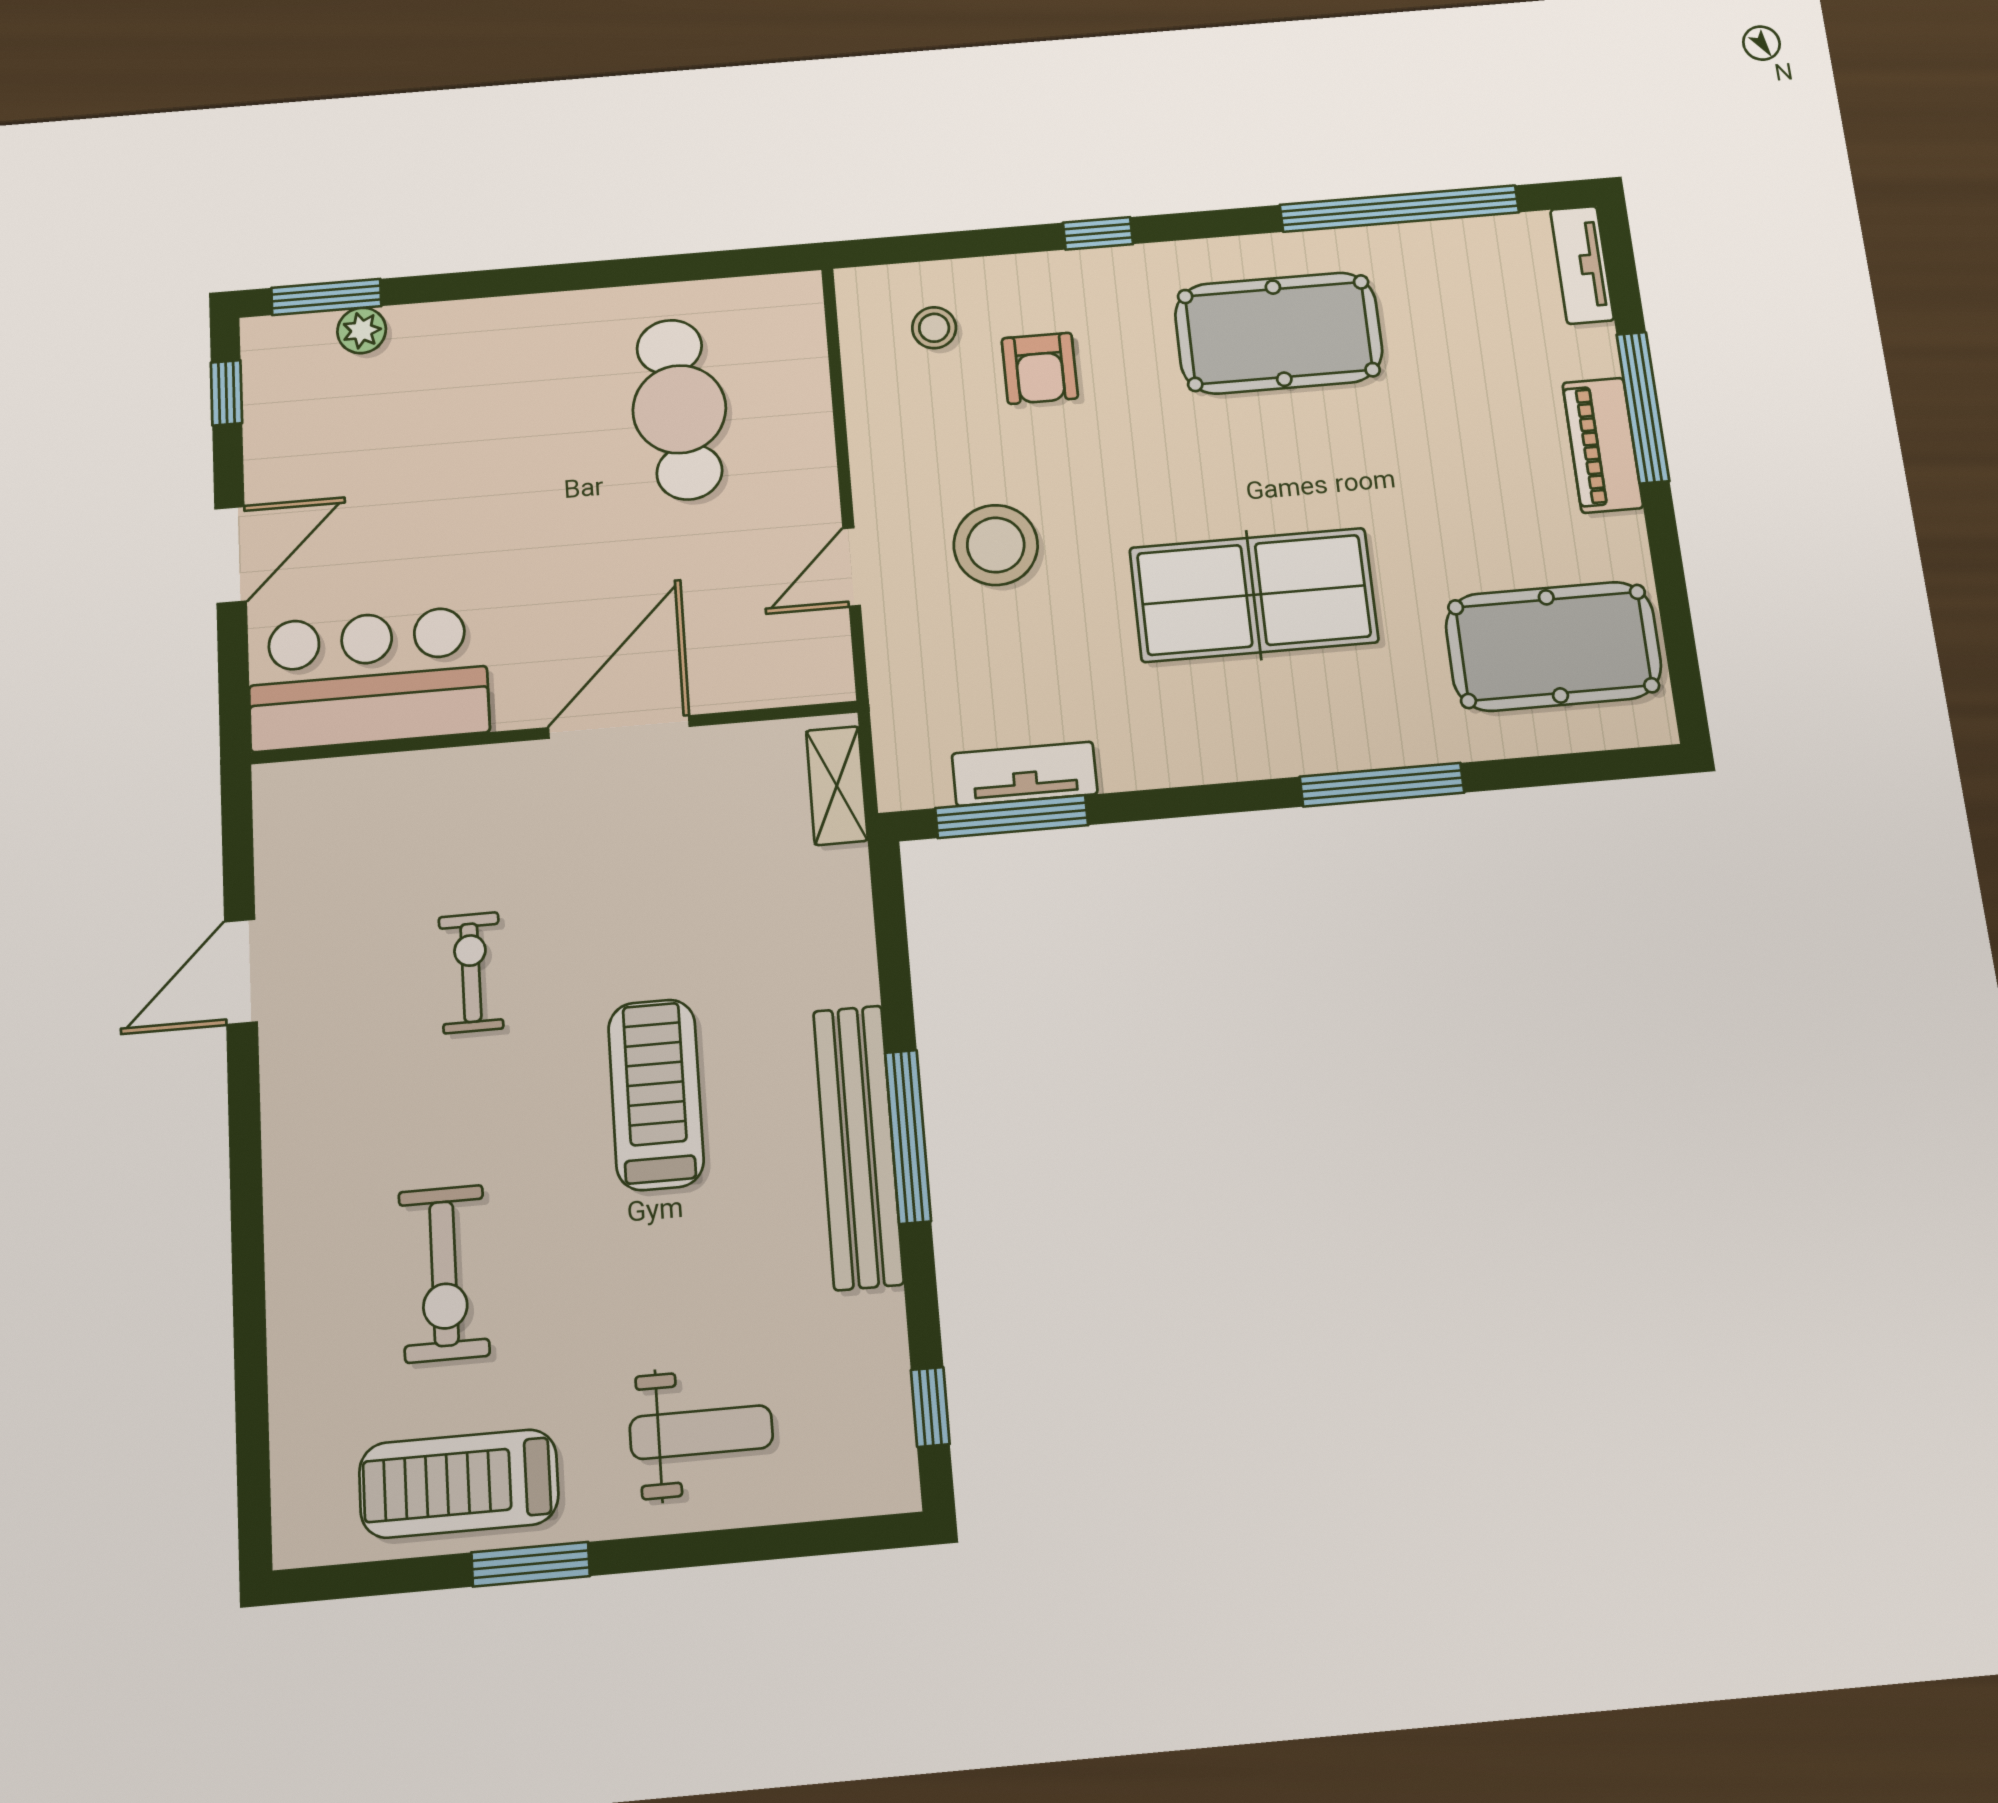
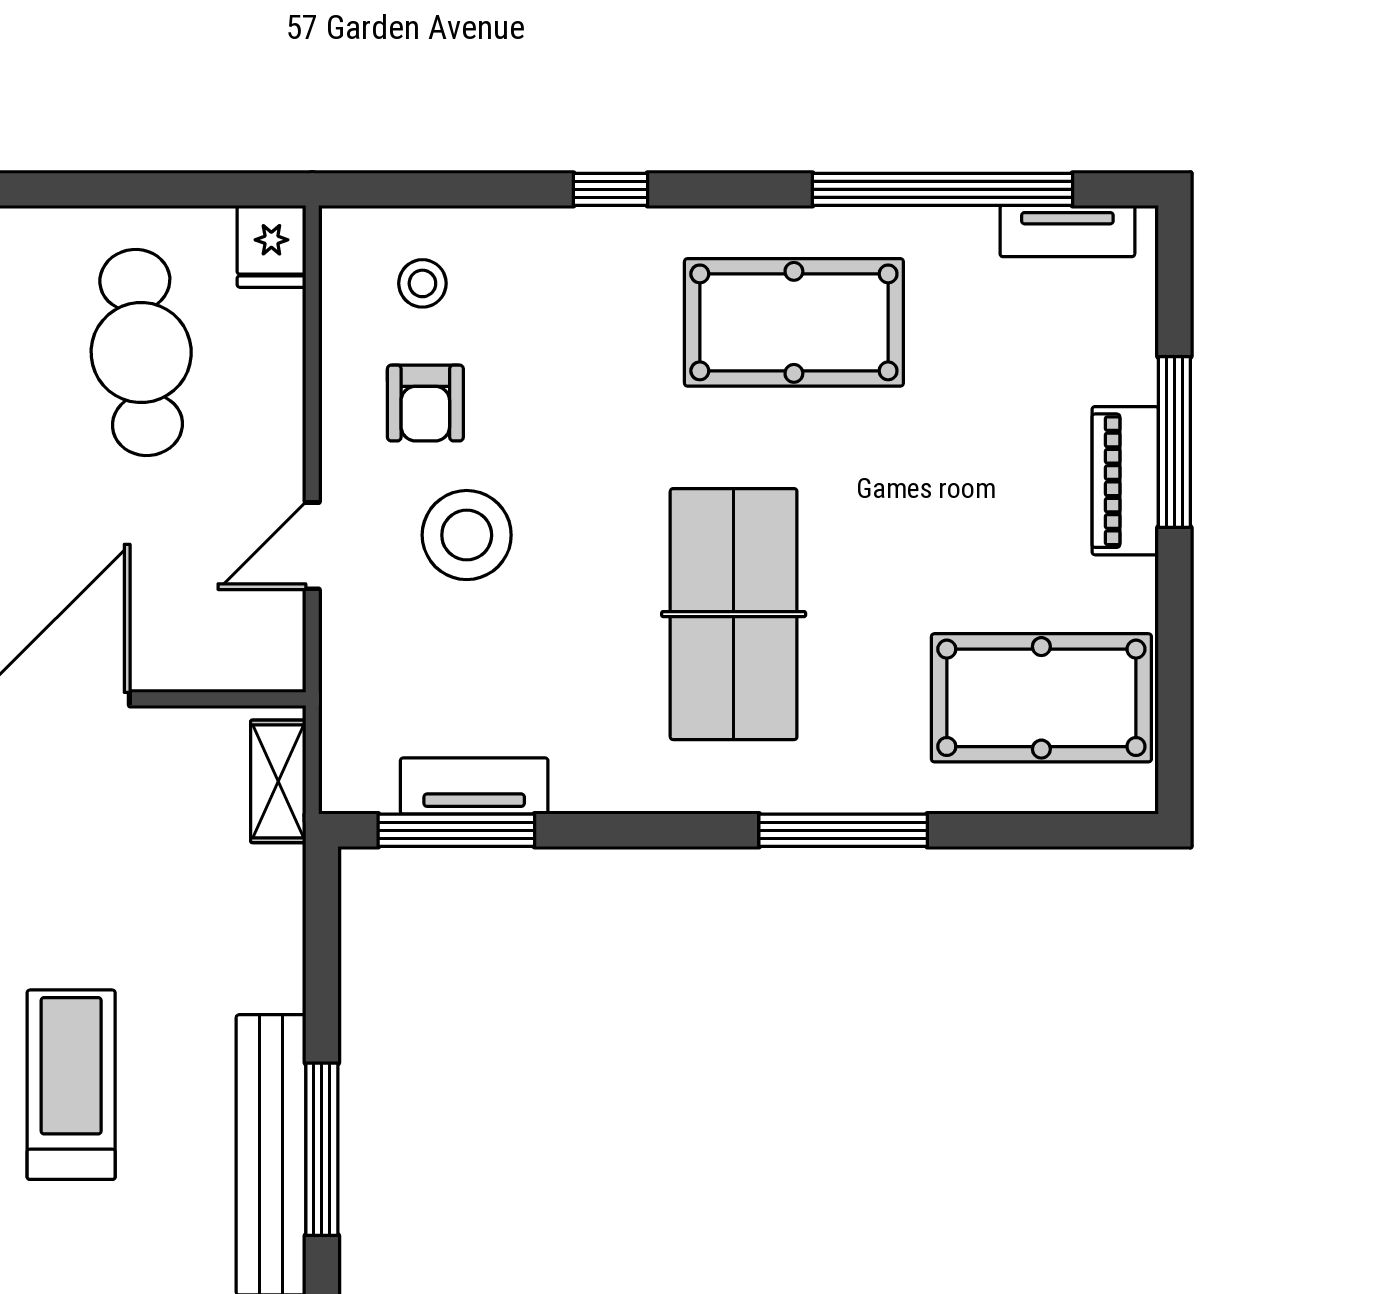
tv unit: (1582, 265) -> (1067, 231), moved, turned -90
fridge: (793, 307) -> (271, 246), added
armchair: (1040, 368) -> (425, 403), moved
table tennis table: (1254, 595) -> (734, 614), turned 90

